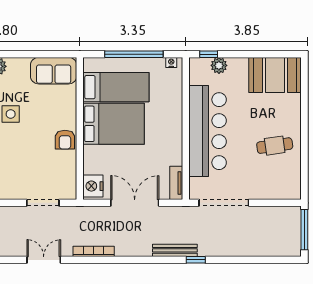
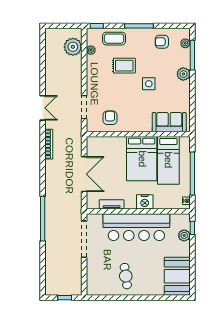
sofa: (54, 71) -> (169, 122), moved, turned 90
armchair: (65, 140) -> (110, 118), moved, turned 90
tv unit: (176, 183) -> (112, 204), moved
nightstand: (93, 186) -> (145, 202), moved, turned 180
window: (304, 230) -> (65, 298), width x0.46
bench: (175, 250) -> (49, 203), removed
window: (196, 260) -> (43, 219), width x3.17

